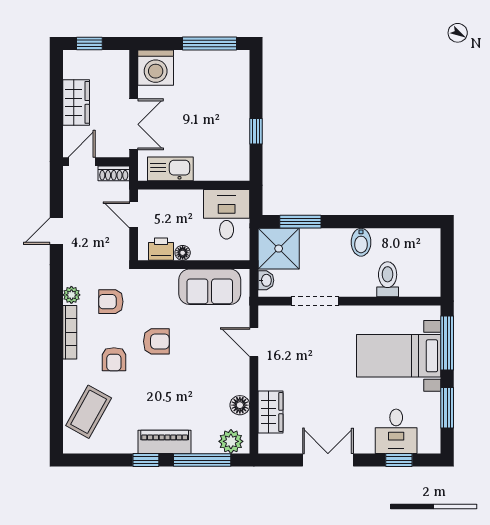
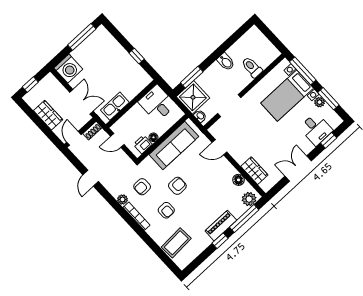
sofa: (210, 287) -> (174, 146), width x1.36
plant: (432, 402) -> (320, 102), added
coffee table: (89, 412) -> (176, 243), turned 58

